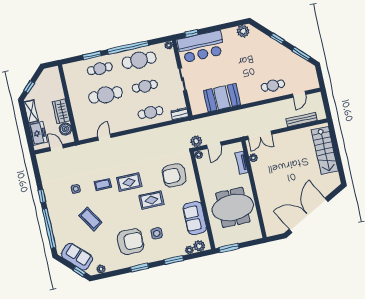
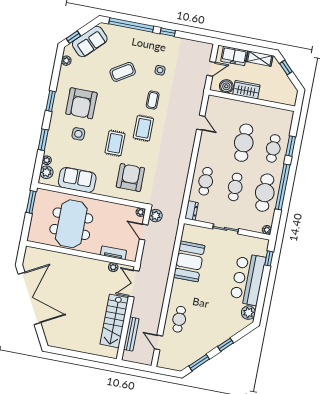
bar counter: (201, 47) -> (248, 279), moved
stairs: (325, 150) -> (114, 321), moved, turned -90

